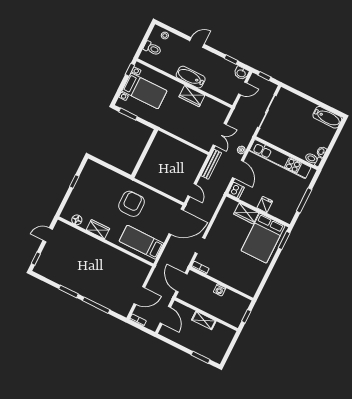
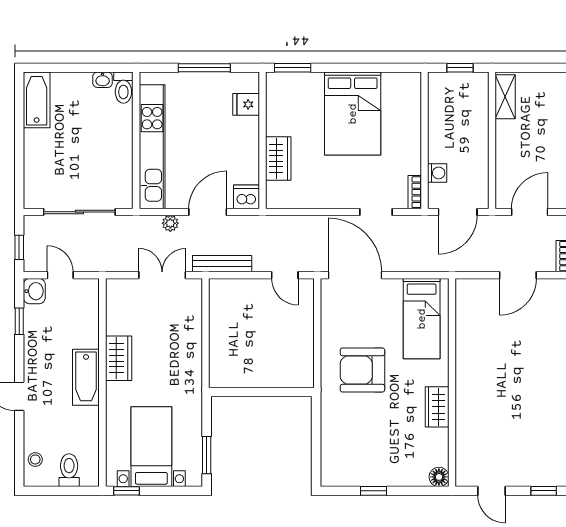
door: (192, 190) -> (285, 275), swing flipped
fridge: (265, 204) -> (246, 104), moved
floor lamp: (77, 220) -> (439, 477), moved
bed: (263, 238) -> (353, 114), moved, turned 90
washing machine: (220, 290) -> (437, 173), moved
door: (139, 296) -> (518, 275), swing flipped
shelving: (204, 320) -> (505, 97), moved

